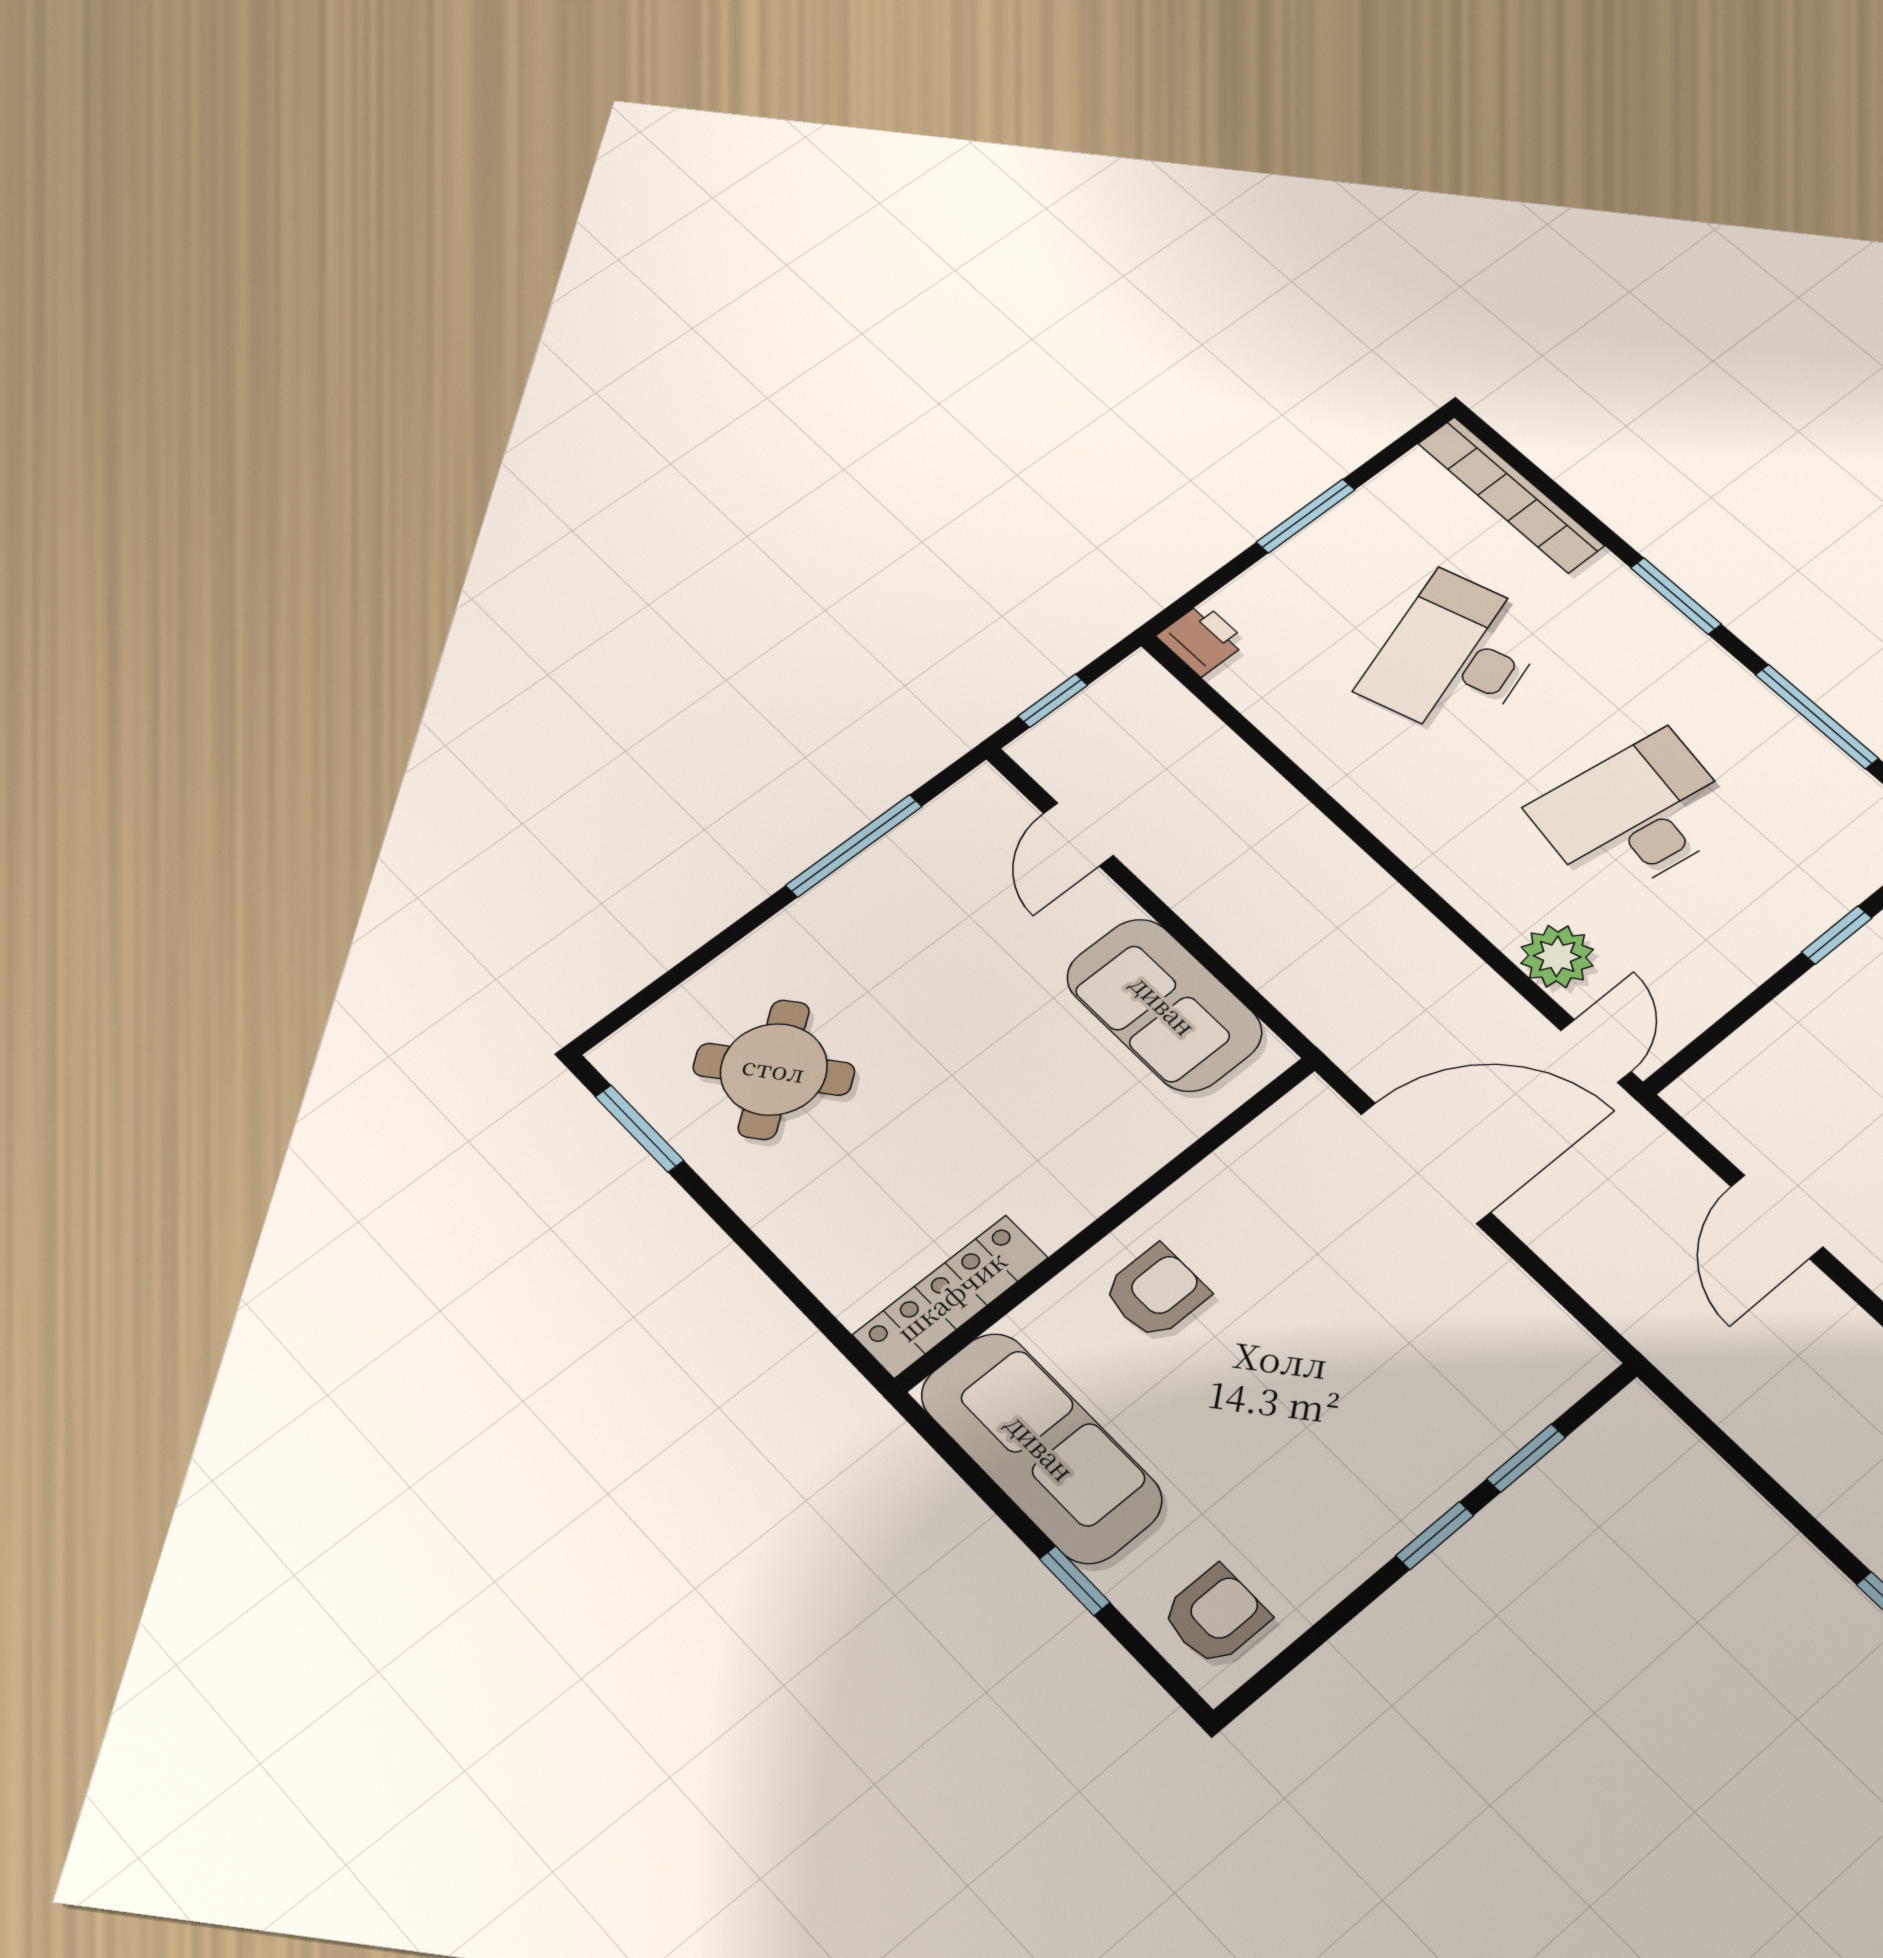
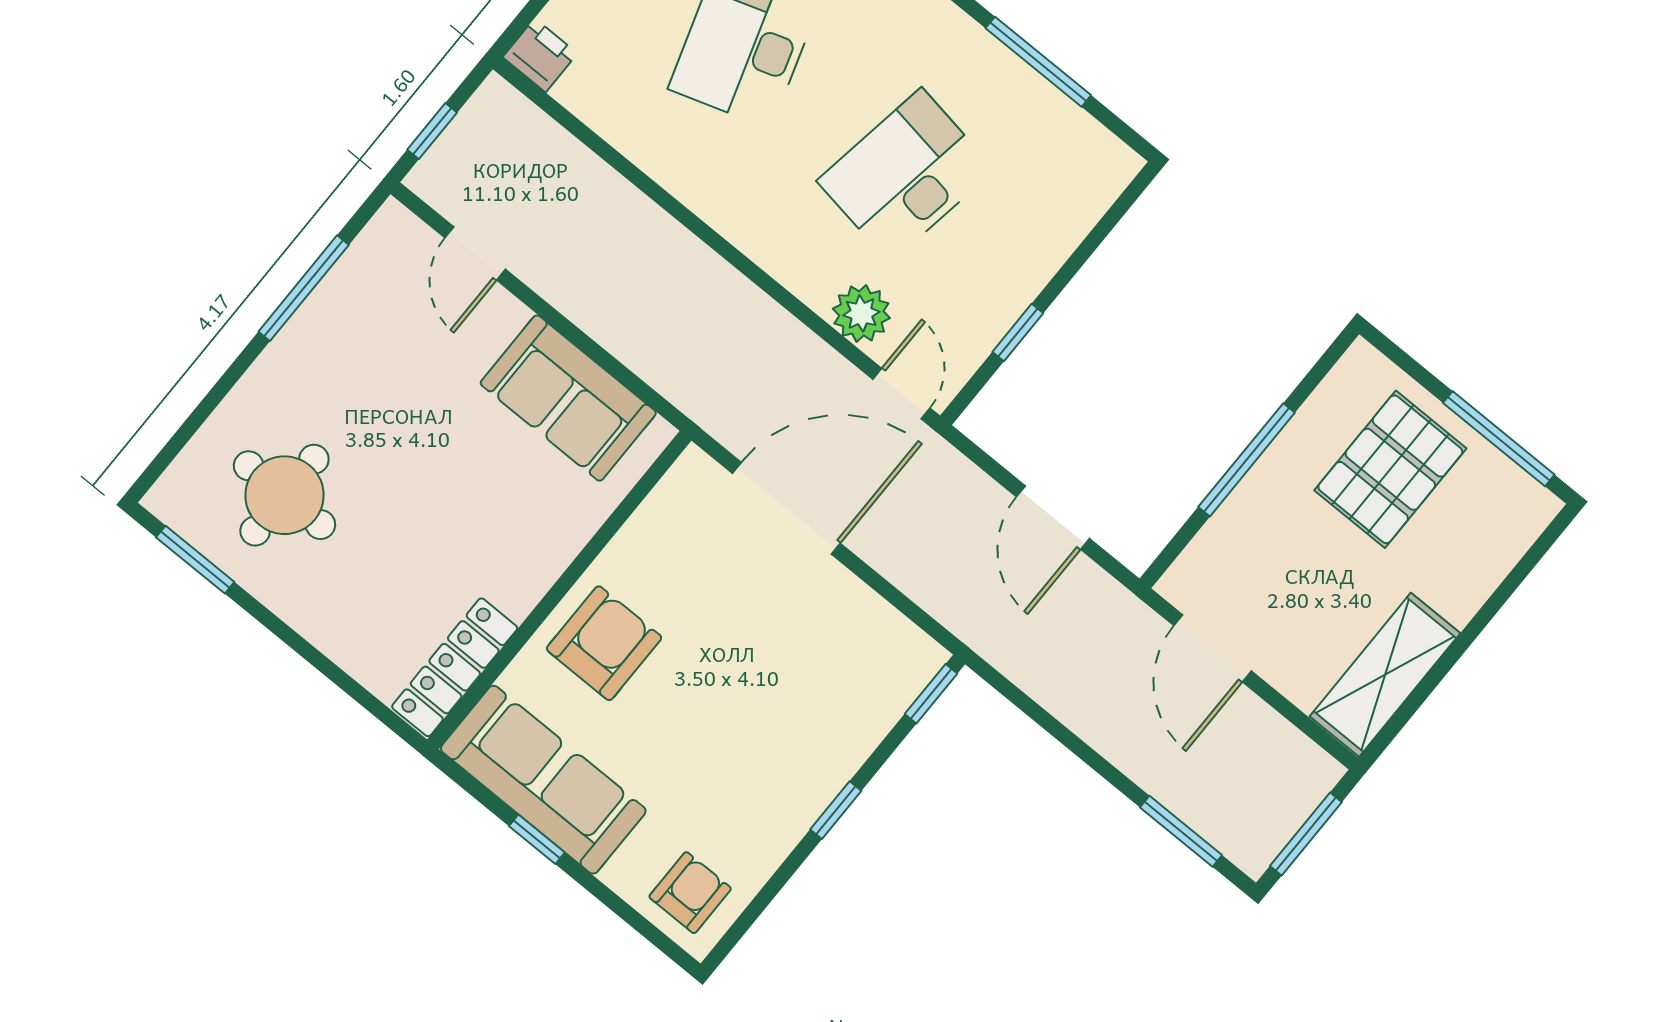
window: (1837, 935) -> (1018, 333), moved
round table: (774, 1069) -> (284, 495), turned 38
armchair: (1156, 1292) -> (604, 643), width x1.38, depth x1.38
window: (1526, 1458) -> (931, 694), moved
window: (1075, 1581) -> (537, 839), moved

